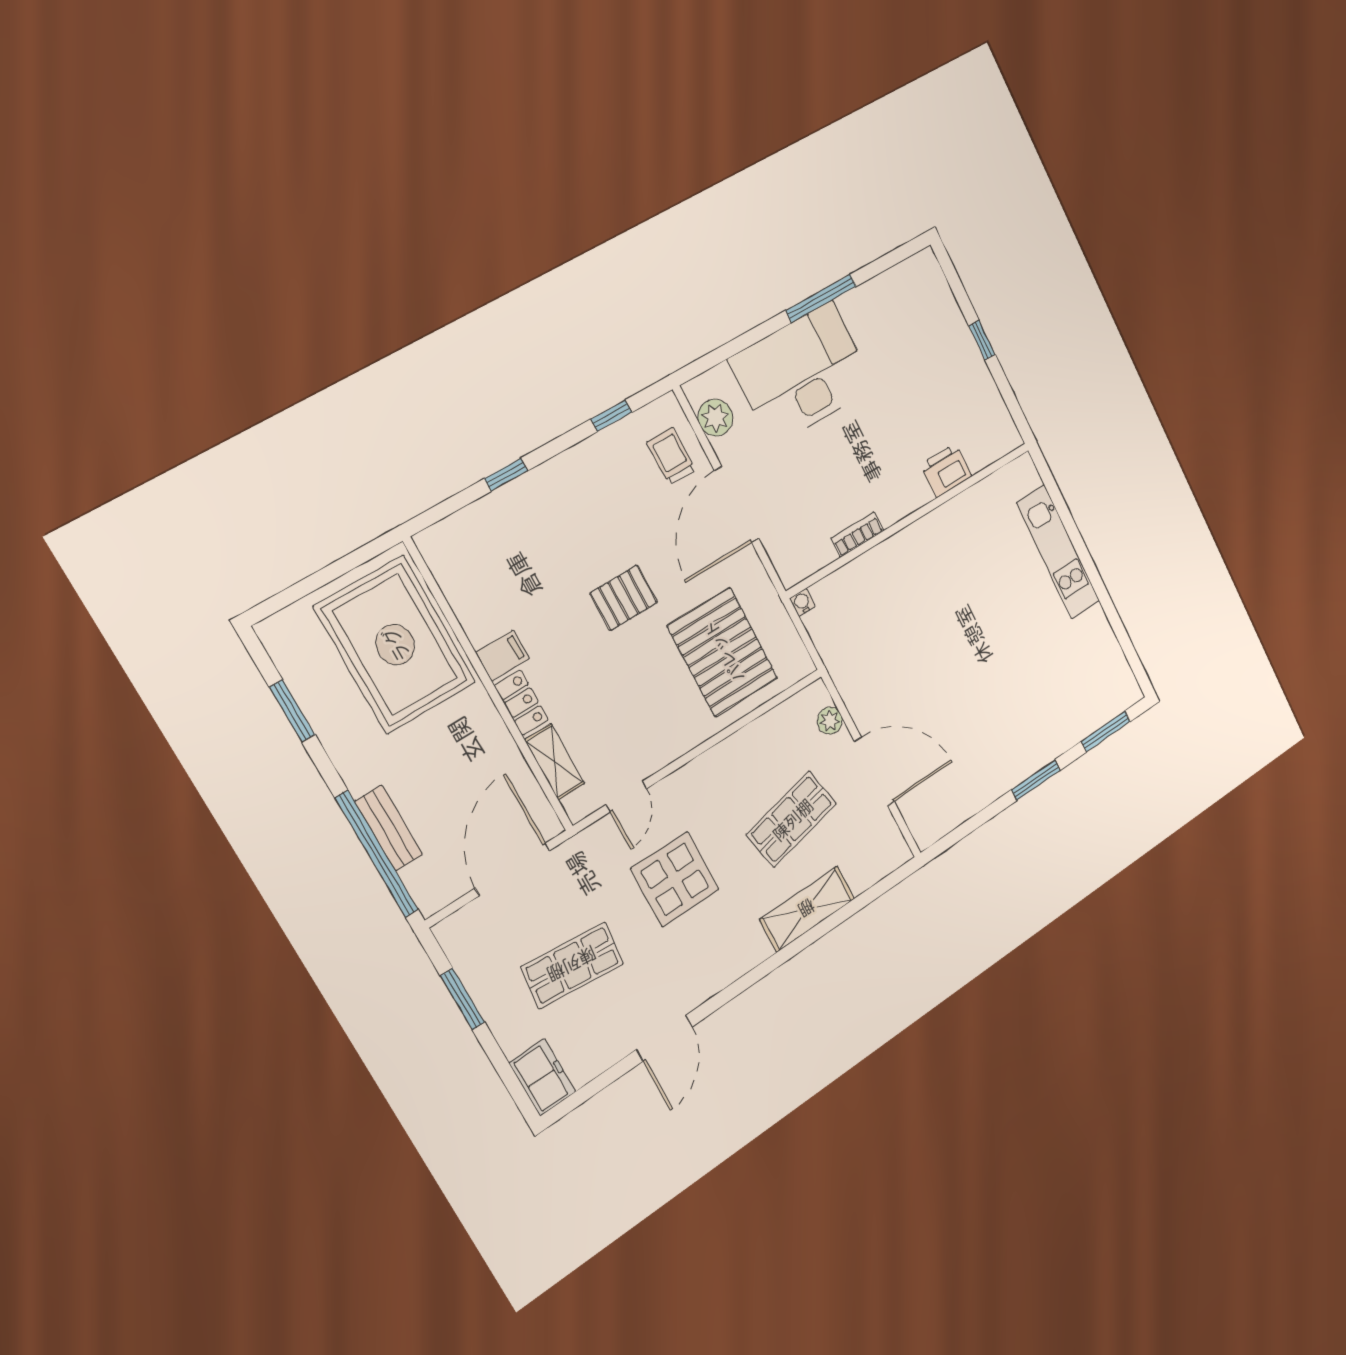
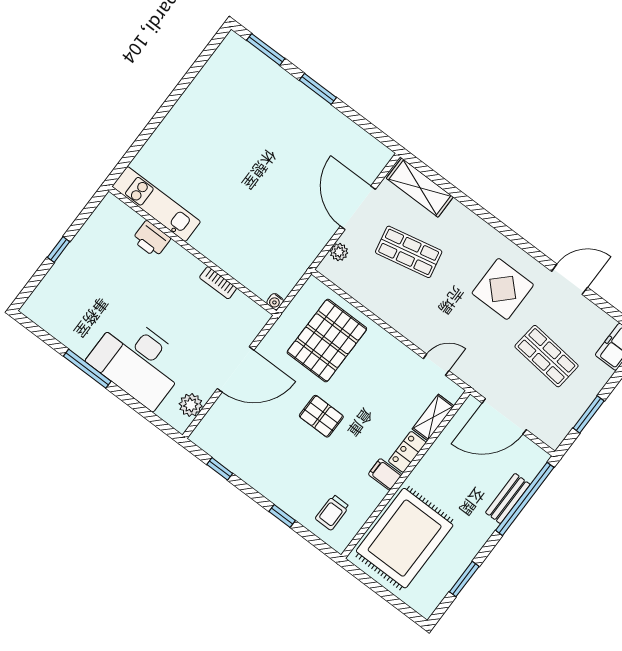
trolley: (671, 456) -> (332, 512), moved
kitchen unit: (1058, 552) -> (156, 204), moved, turned -90
display table: (675, 879) -> (503, 289), moved
shelving: (807, 909) -> (420, 188), moved

